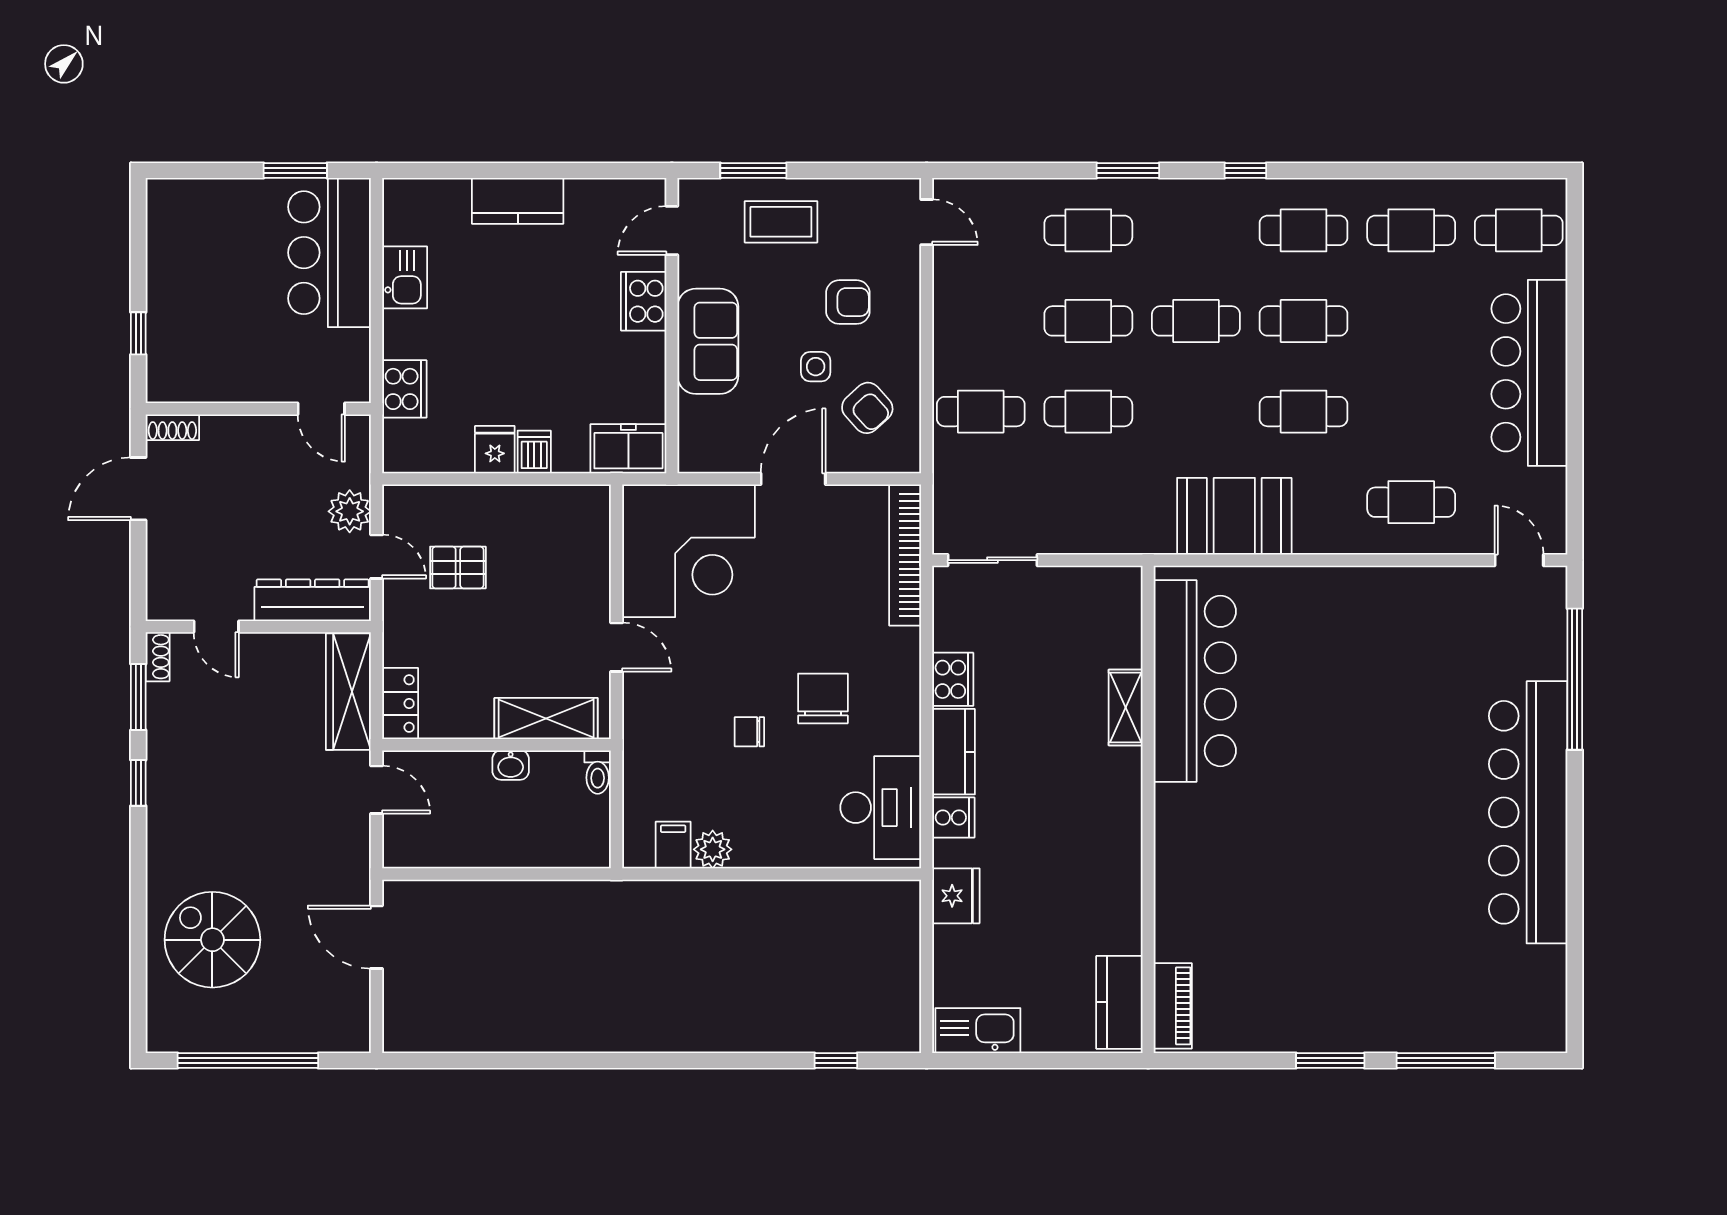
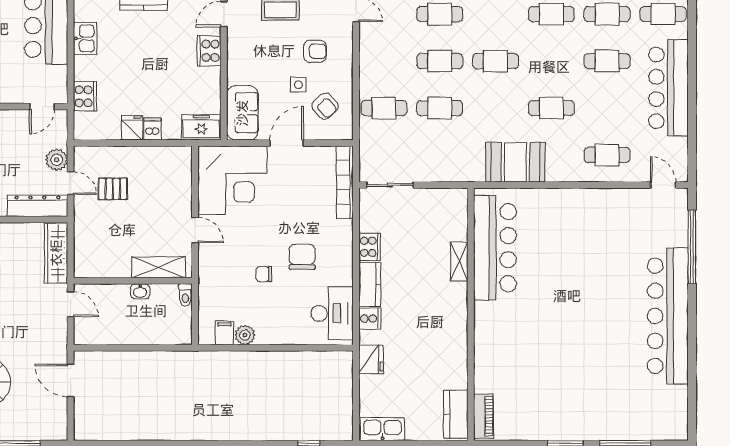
cafe table: (1304, 321) -> (607, 61), moved
sofa: (708, 341) -> (242, 113), moved
door: (321, 409) -> (42, 107), hinge flipped
locker: (400, 704) -> (83, 259), removed

